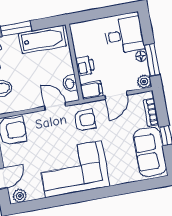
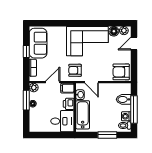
desk: (124, 35) -> (62, 121), moved, turned 180
bathtub: (43, 39) -> (83, 115), moved, turned 90
floor lamp: (35, 192) -> (114, 31), added

